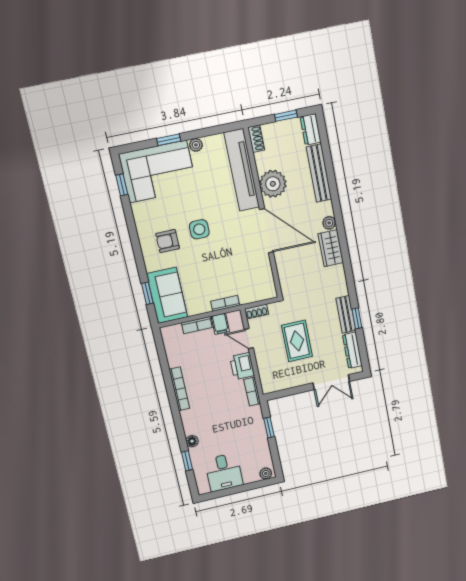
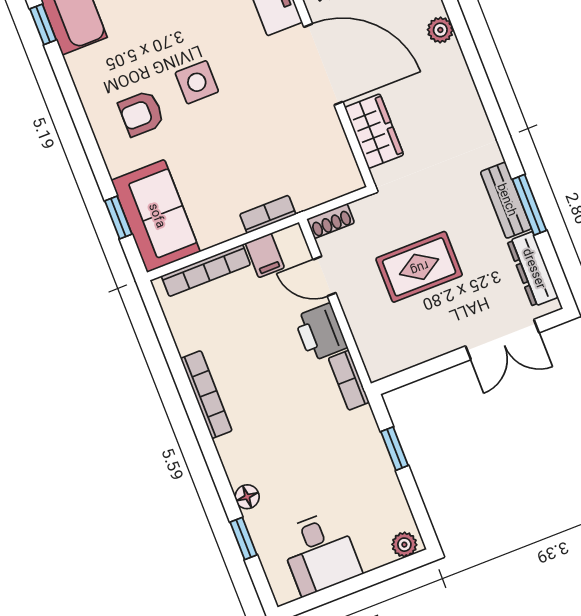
wardrobe: (331, 248) -> (374, 131), moved, turned 180
window: (357, 318) -> (529, 205), width x1.50
bookcase: (197, 325) -> (206, 270), width x1.56
rug: (297, 341) -> (419, 267), turned 90

